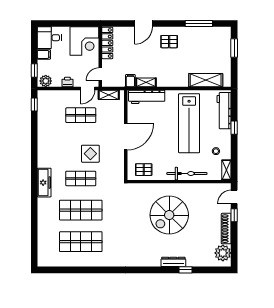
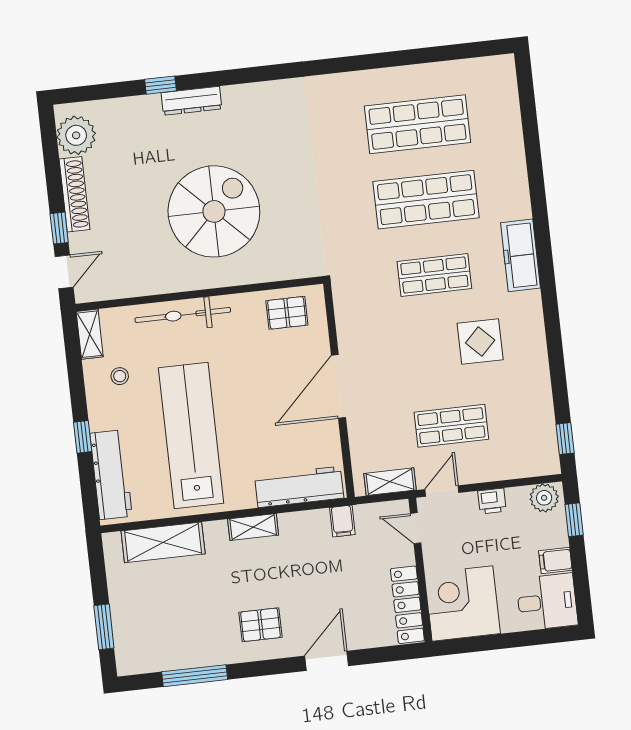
door: (100, 74) -> (416, 528), swing flipped
shelving: (146, 82) -> (253, 527), moved
display table: (90, 154) -> (480, 342), moved

